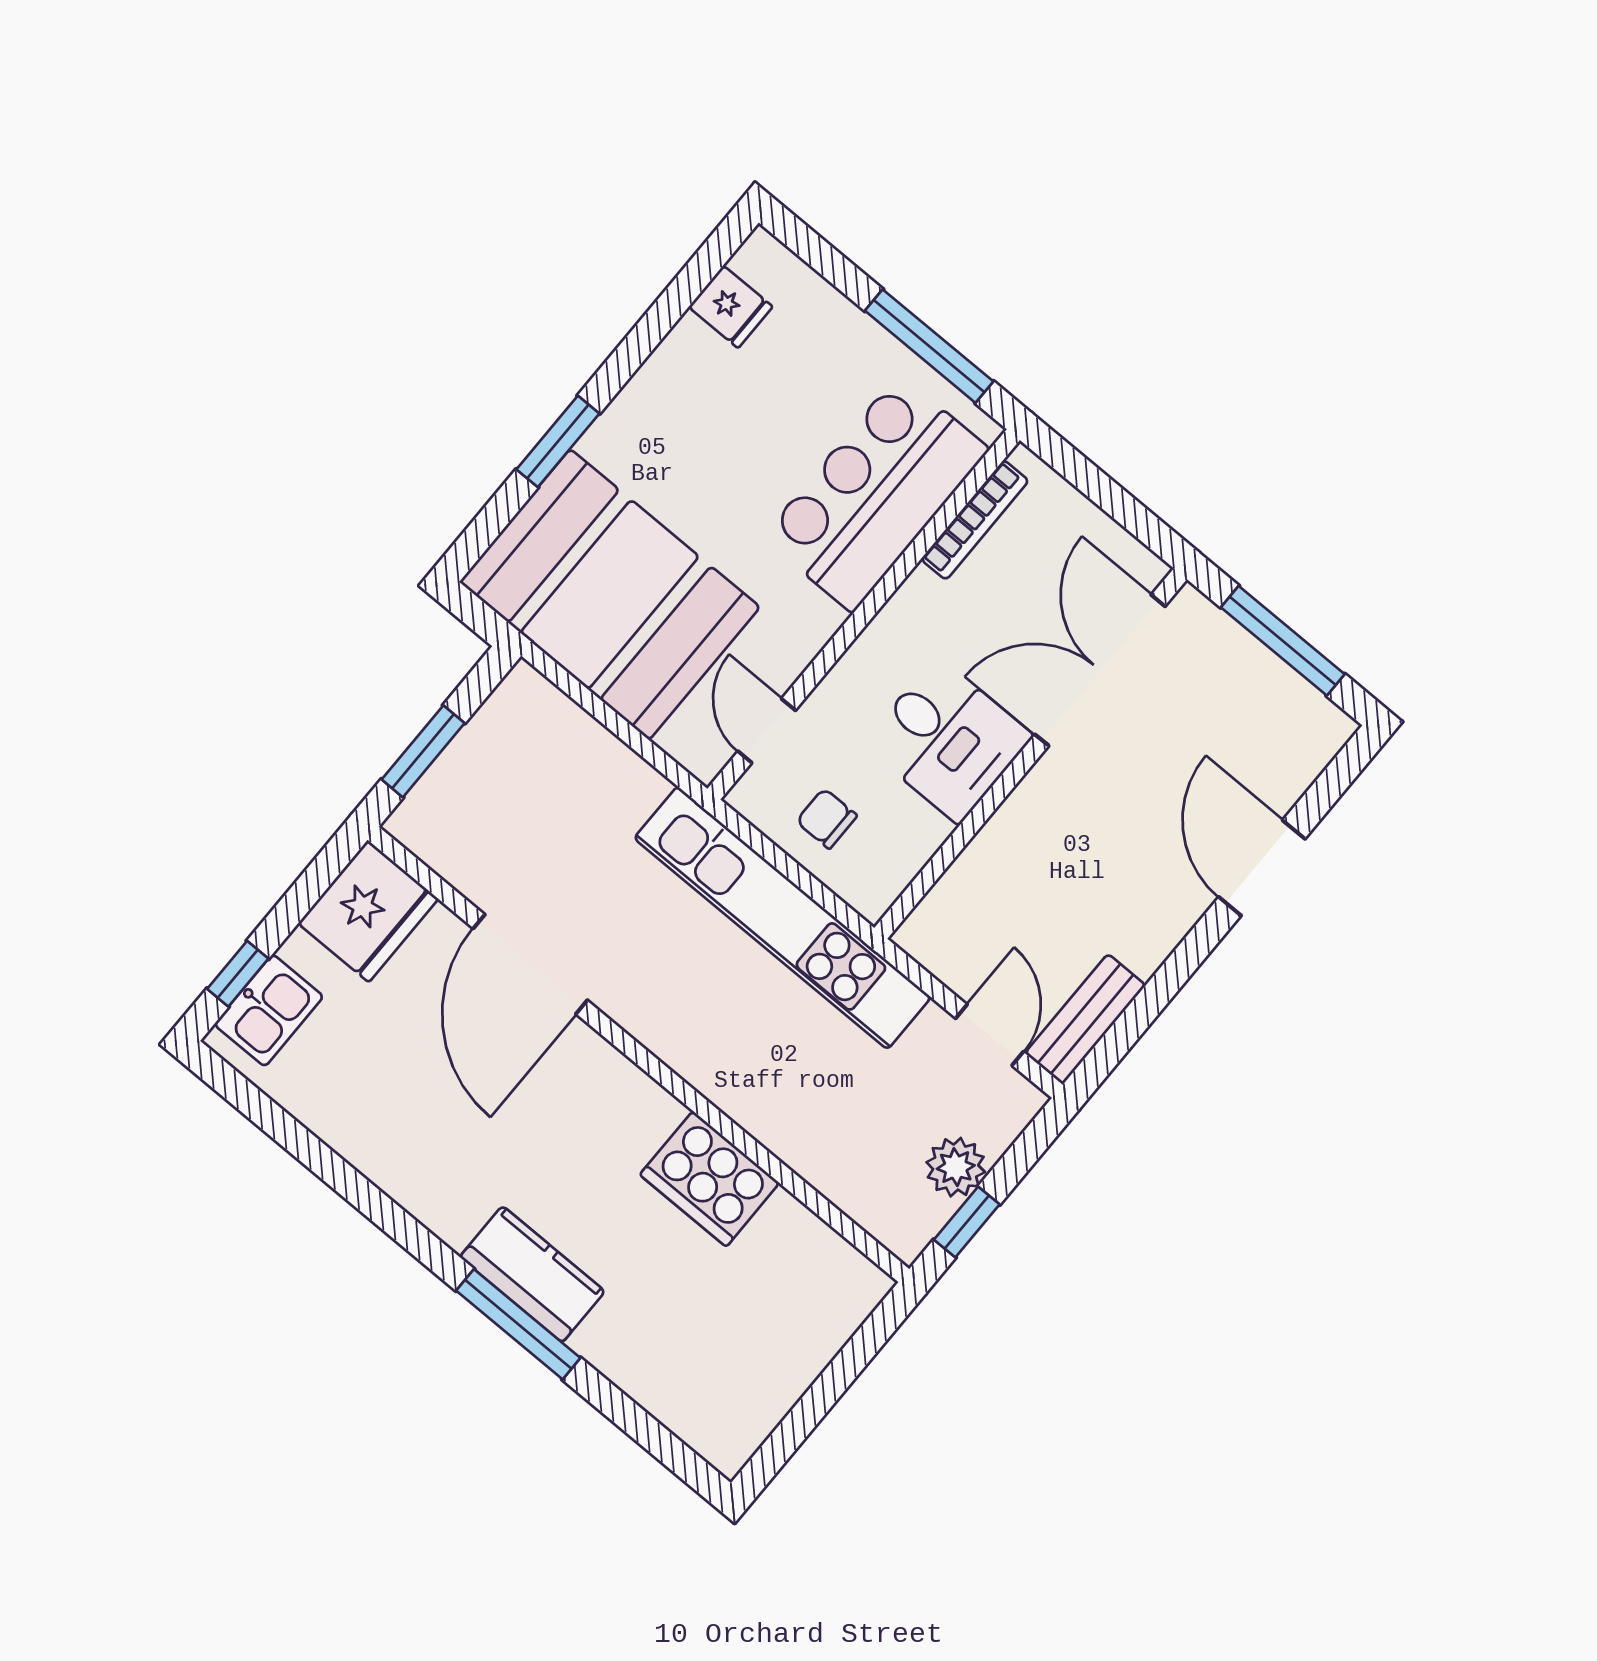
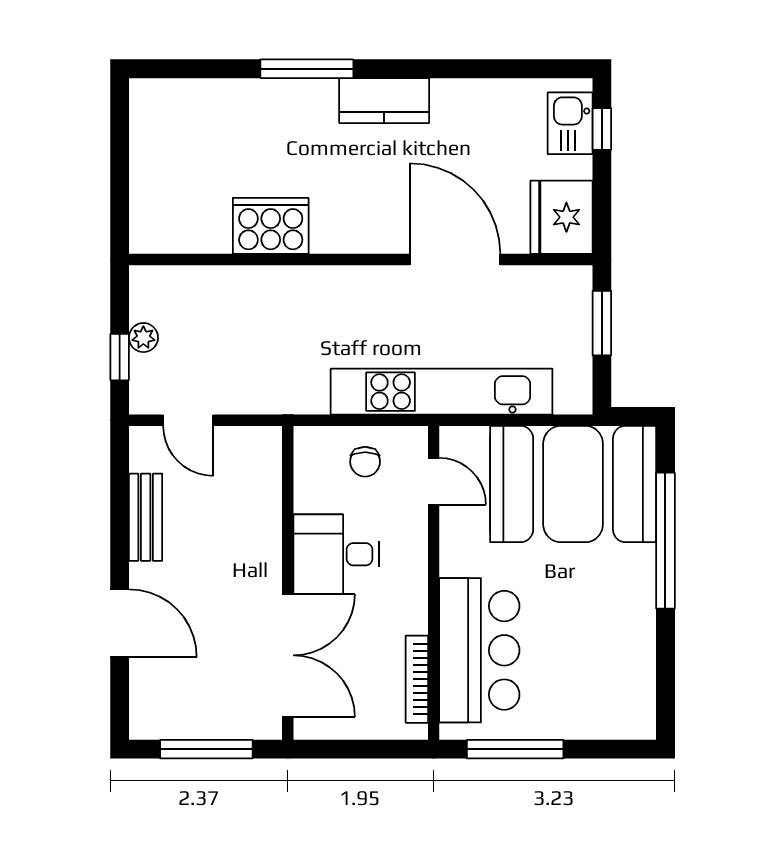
fridge: (731, 307) -> (634, 684), removed
window: (558, 441) -> (665, 541), width x2.11
chair: (827, 819) -> (365, 462), turned 90
kitchen unit: (783, 918) -> (442, 392), moved
bench: (1085, 1019) -> (146, 517), moved
plant: (956, 1167) -> (143, 338), width x0.73, depth x0.73
window: (967, 1222) -> (120, 357), moved
kitchen counter: (532, 1274) -> (384, 101), moved

